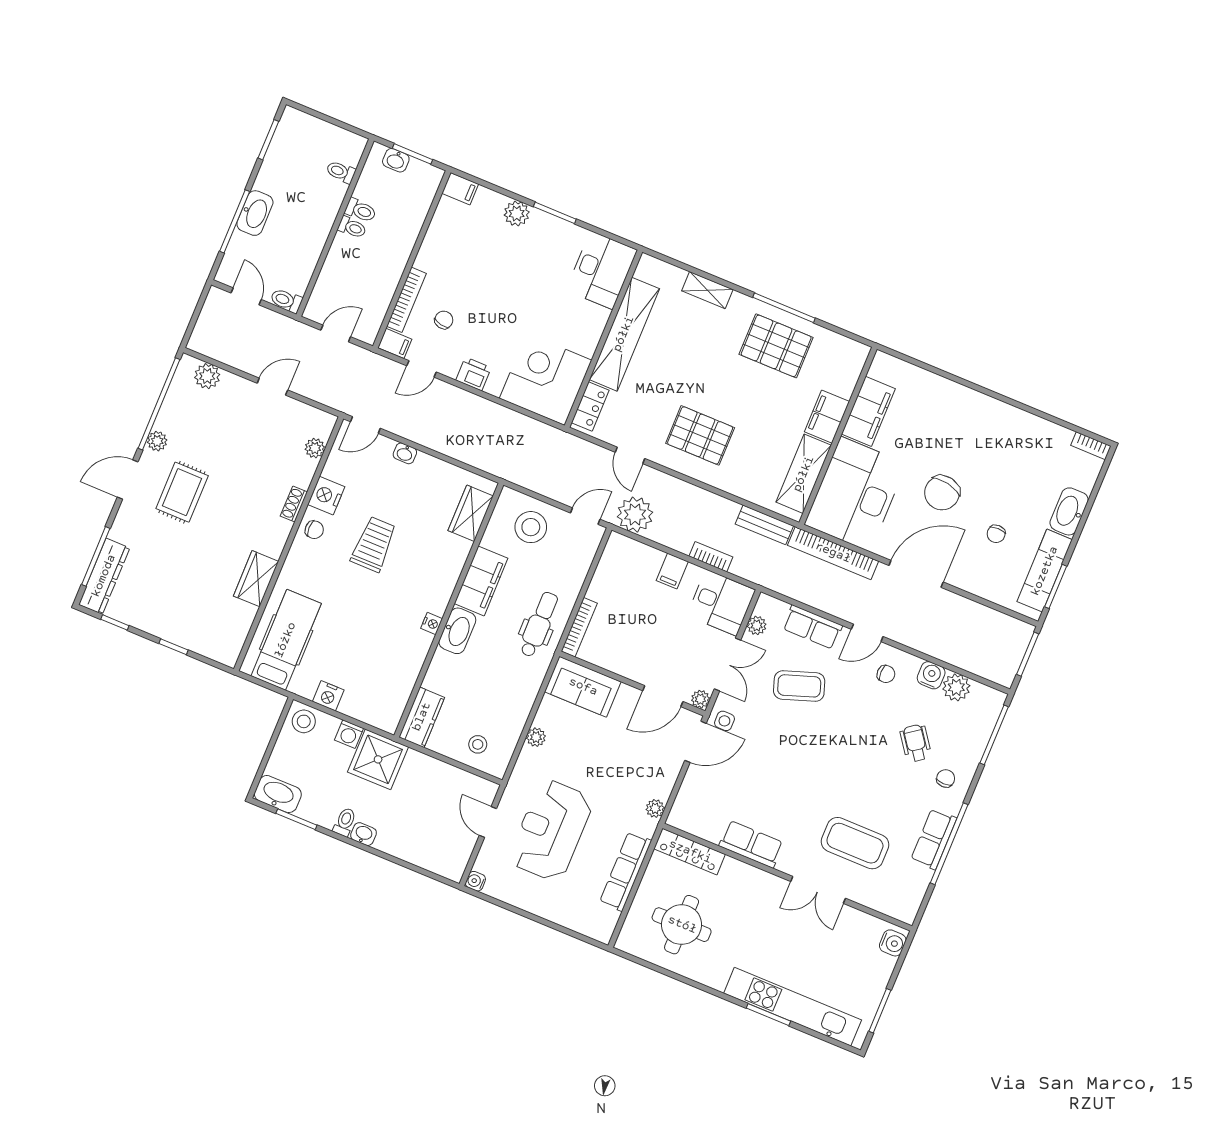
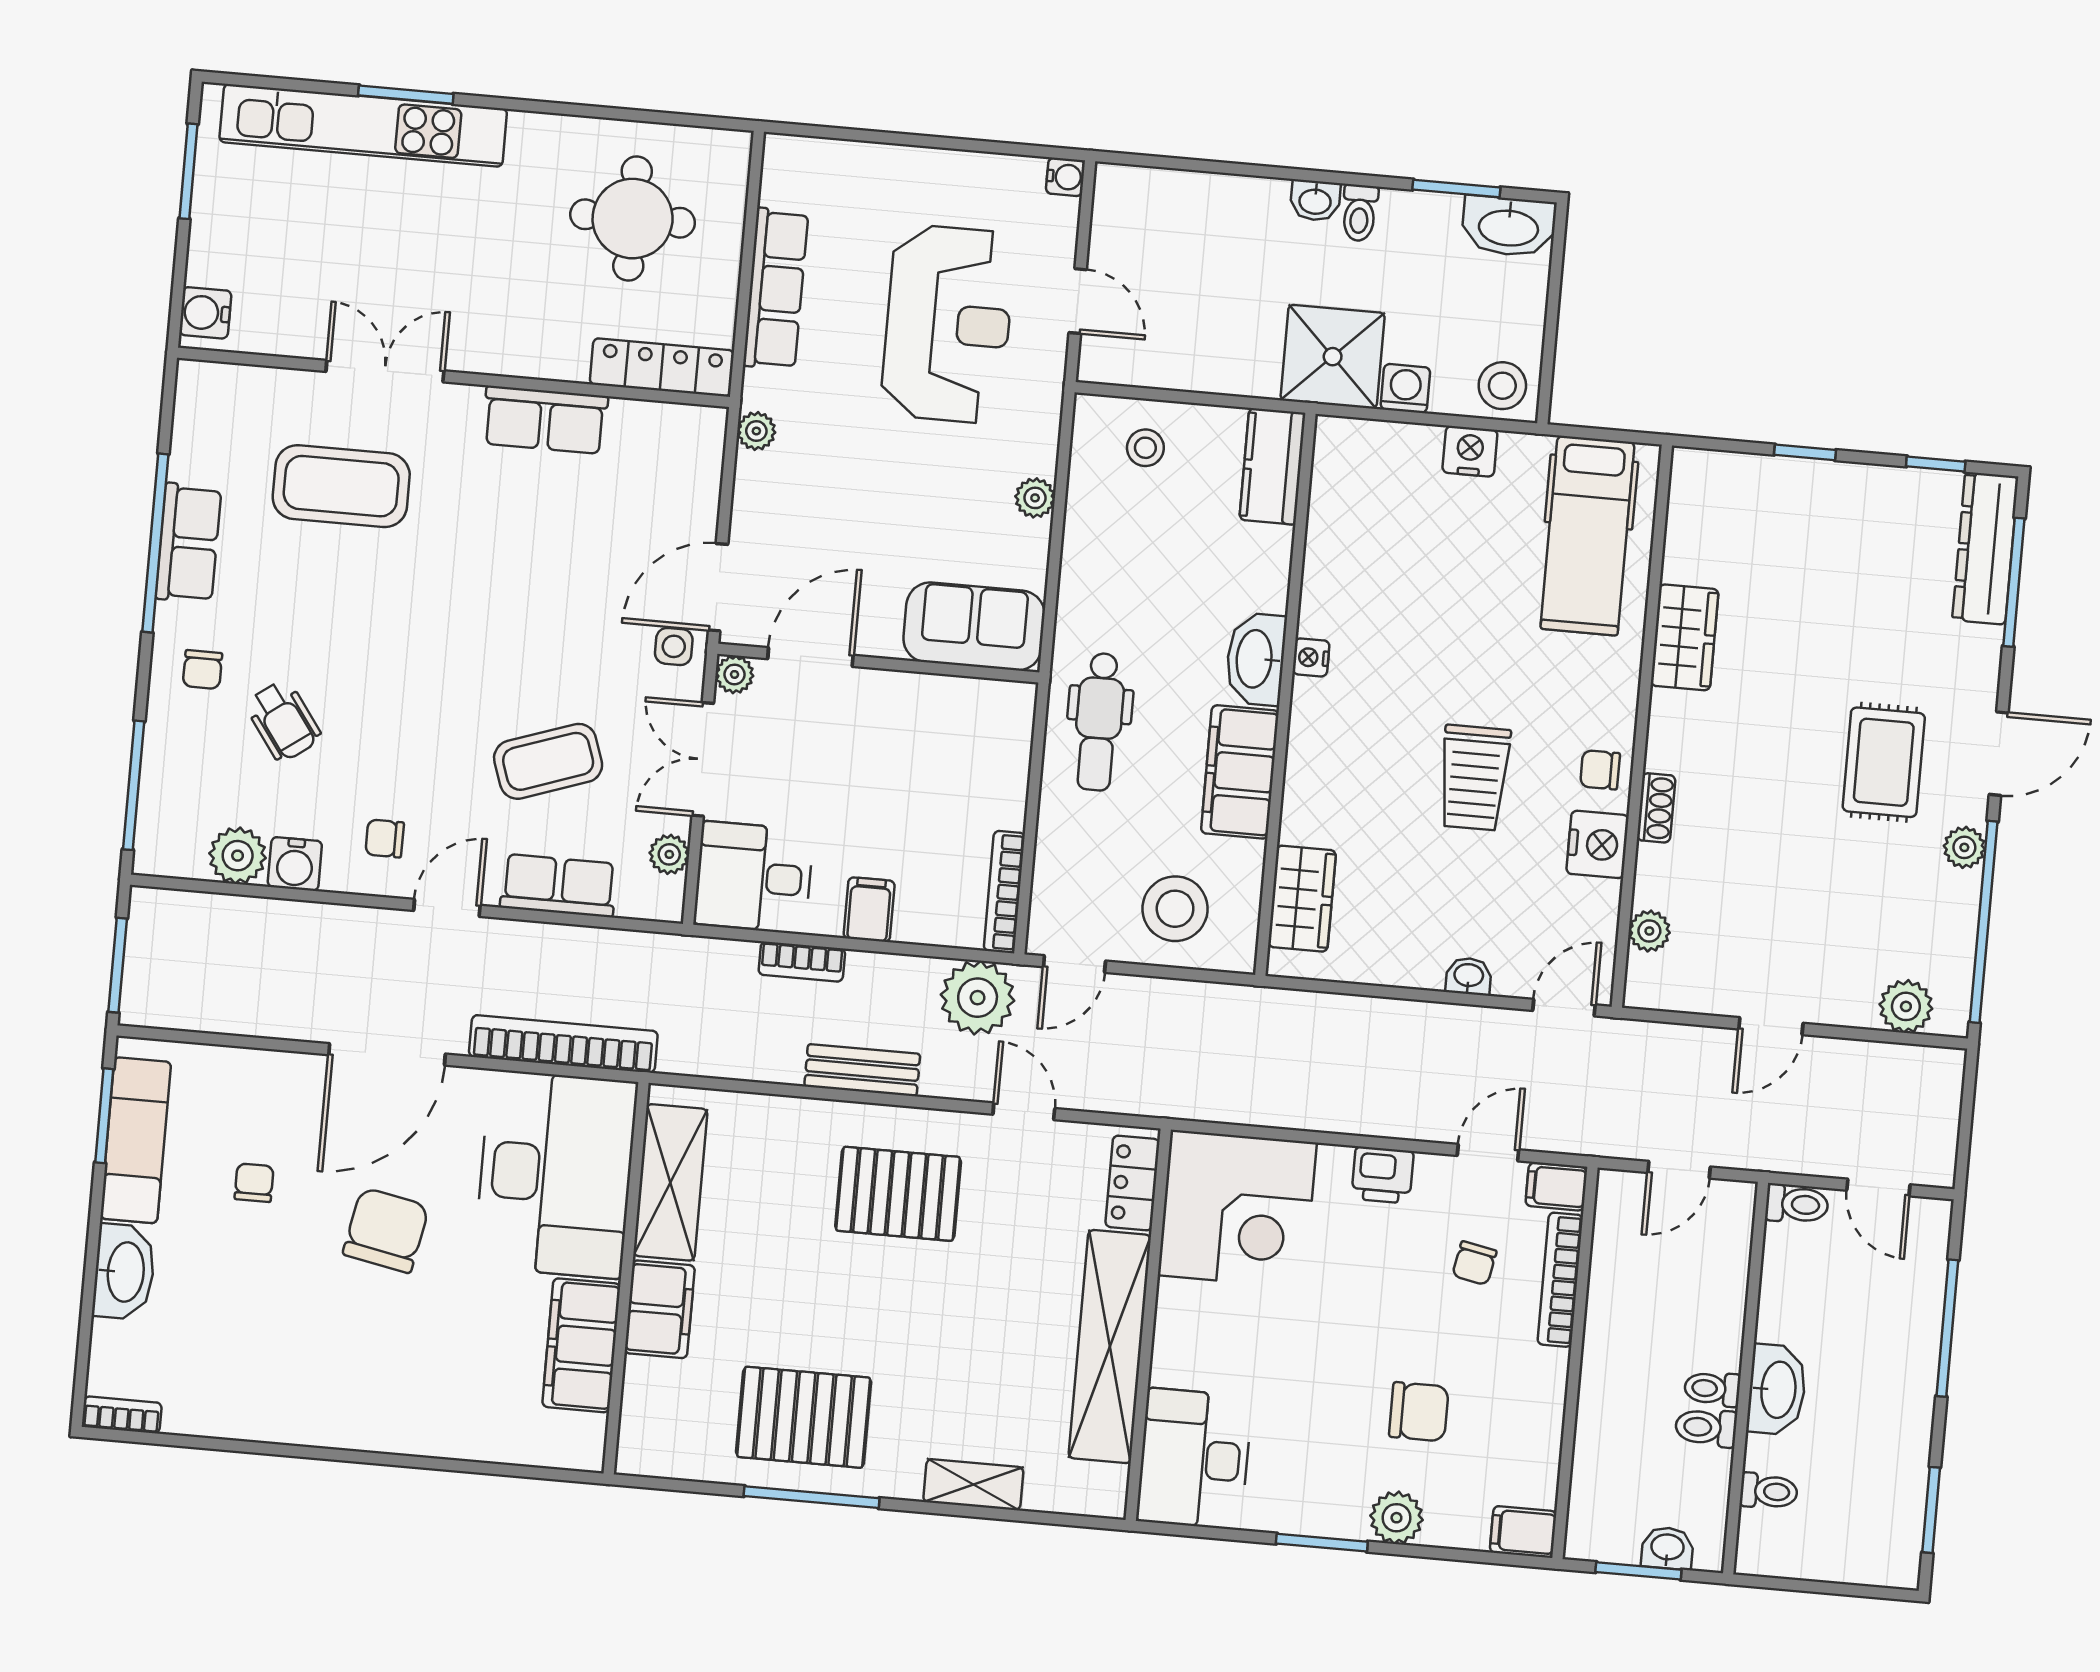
washbasin: (255, 213) -> (1777, 1390), moved, turned 180
chair: (491, 259) -> (1419, 1412), added
bench: (764, 525) -> (862, 1070), moved
bookcase: (579, 627) -> (1004, 892), moved

